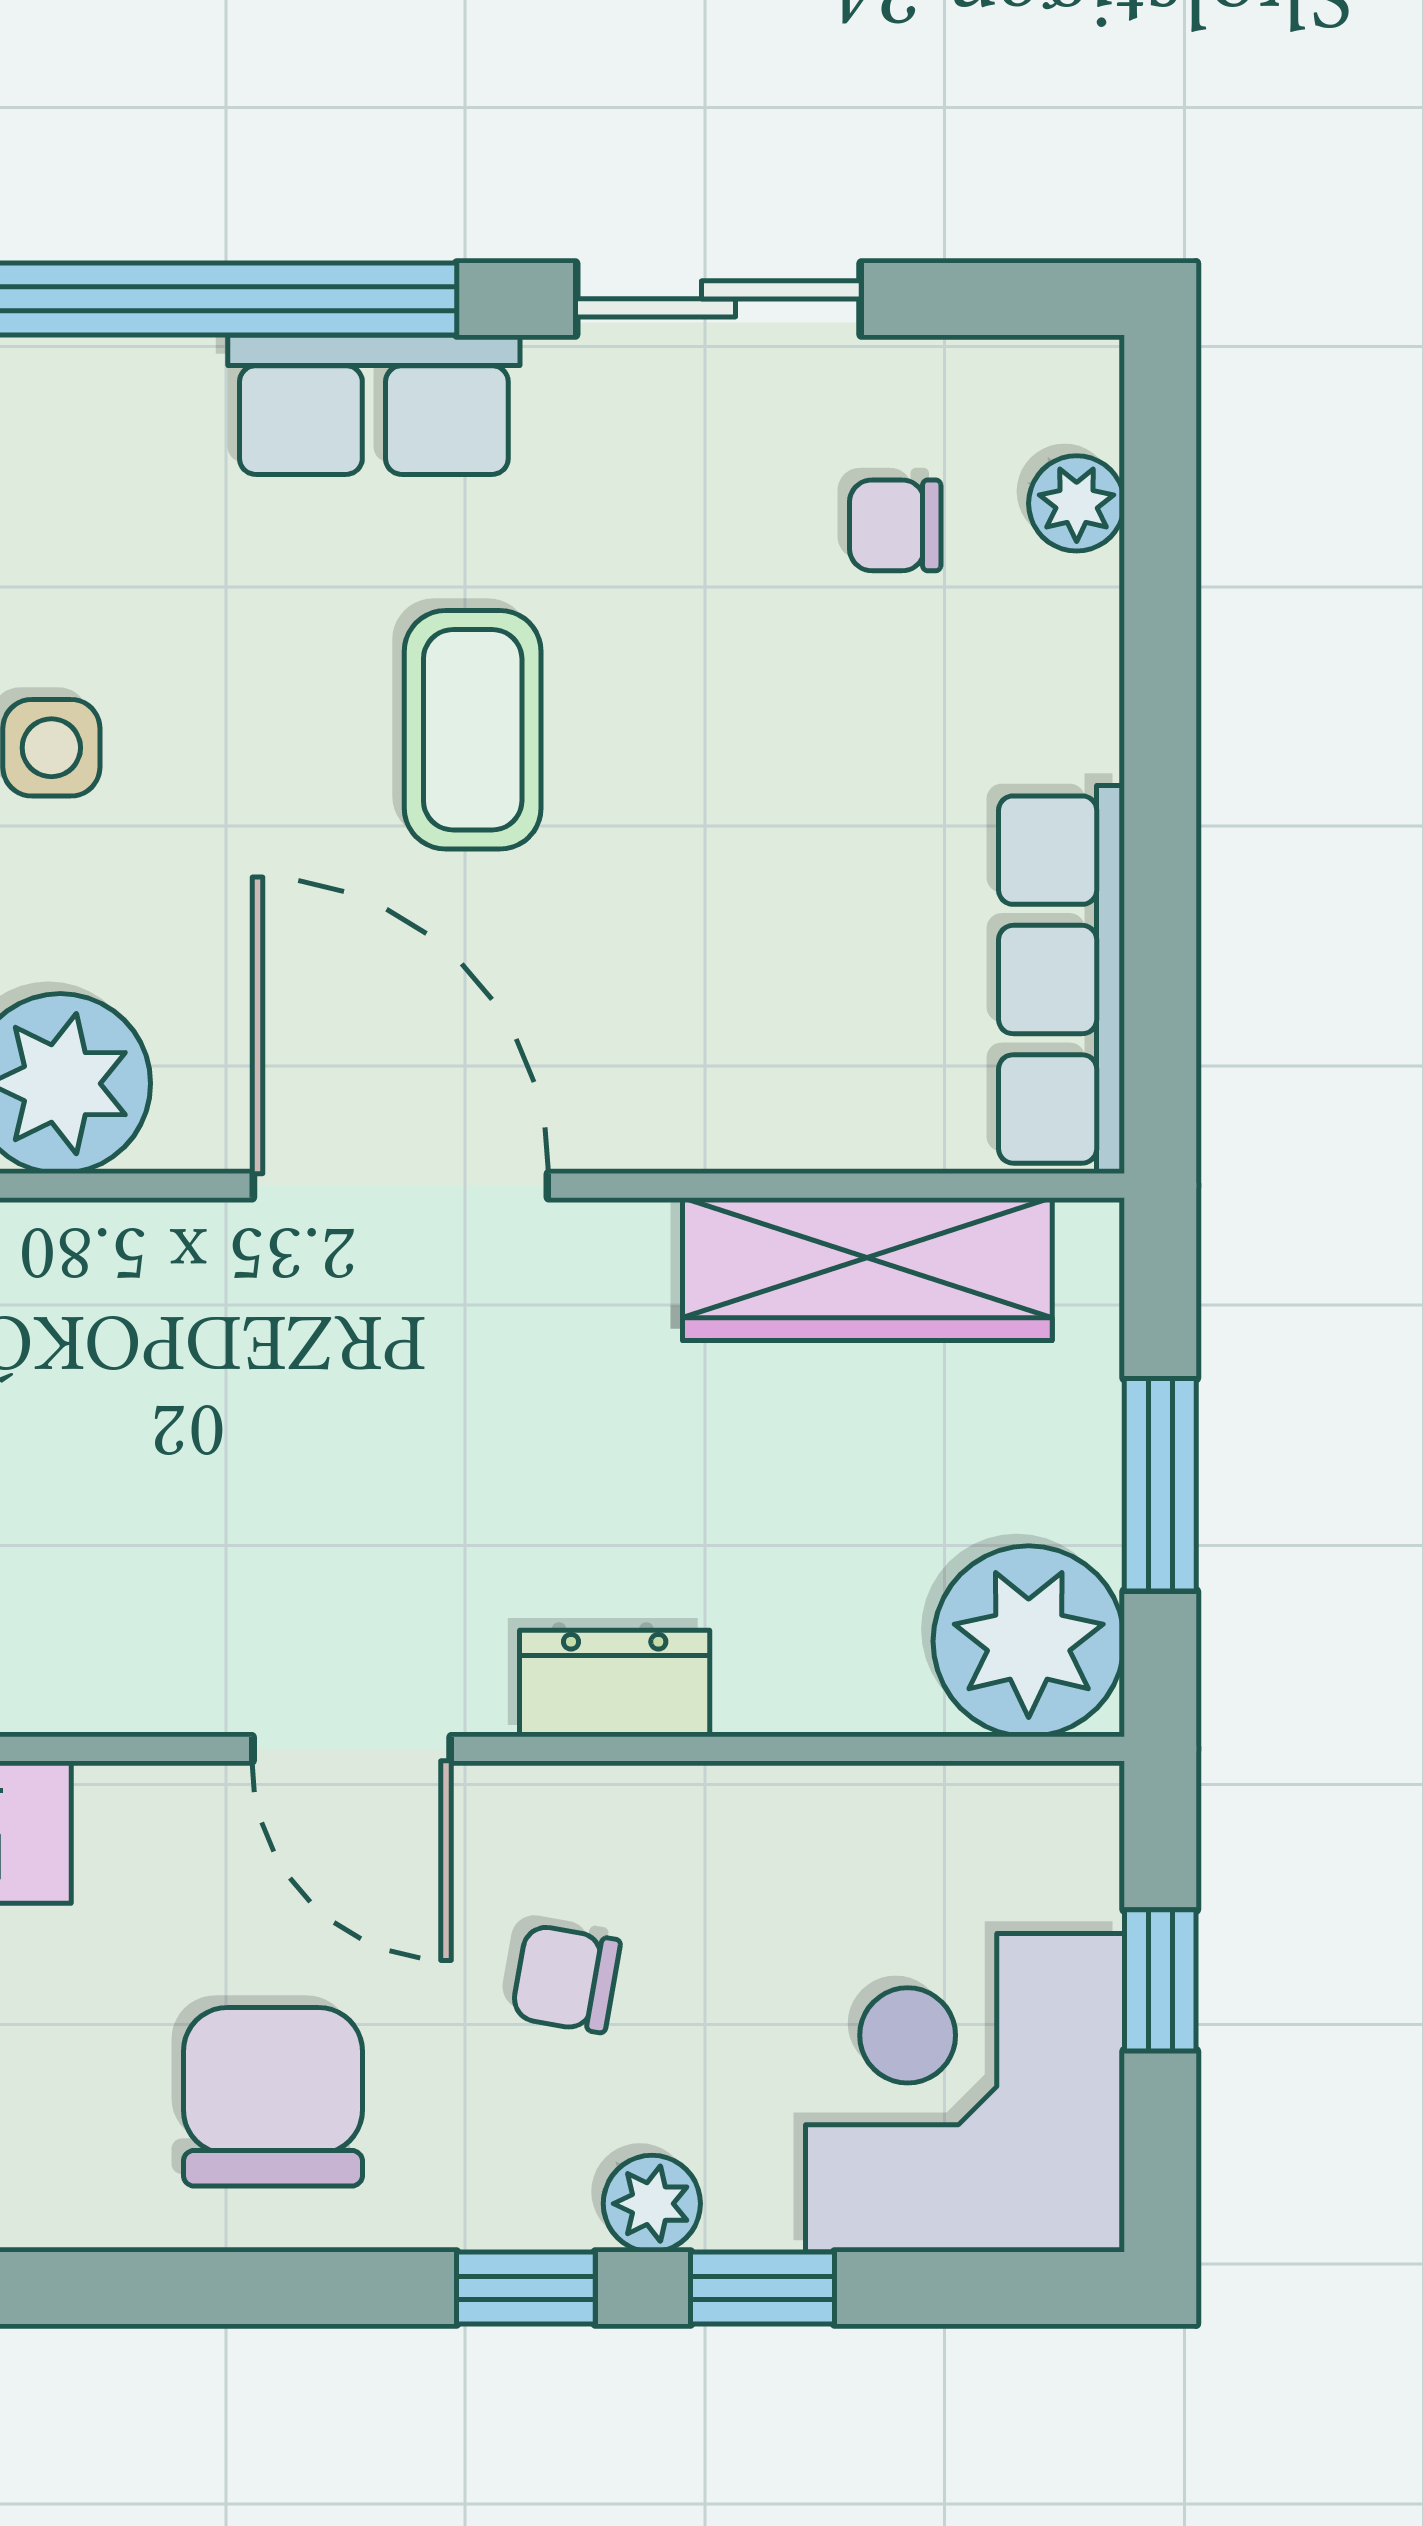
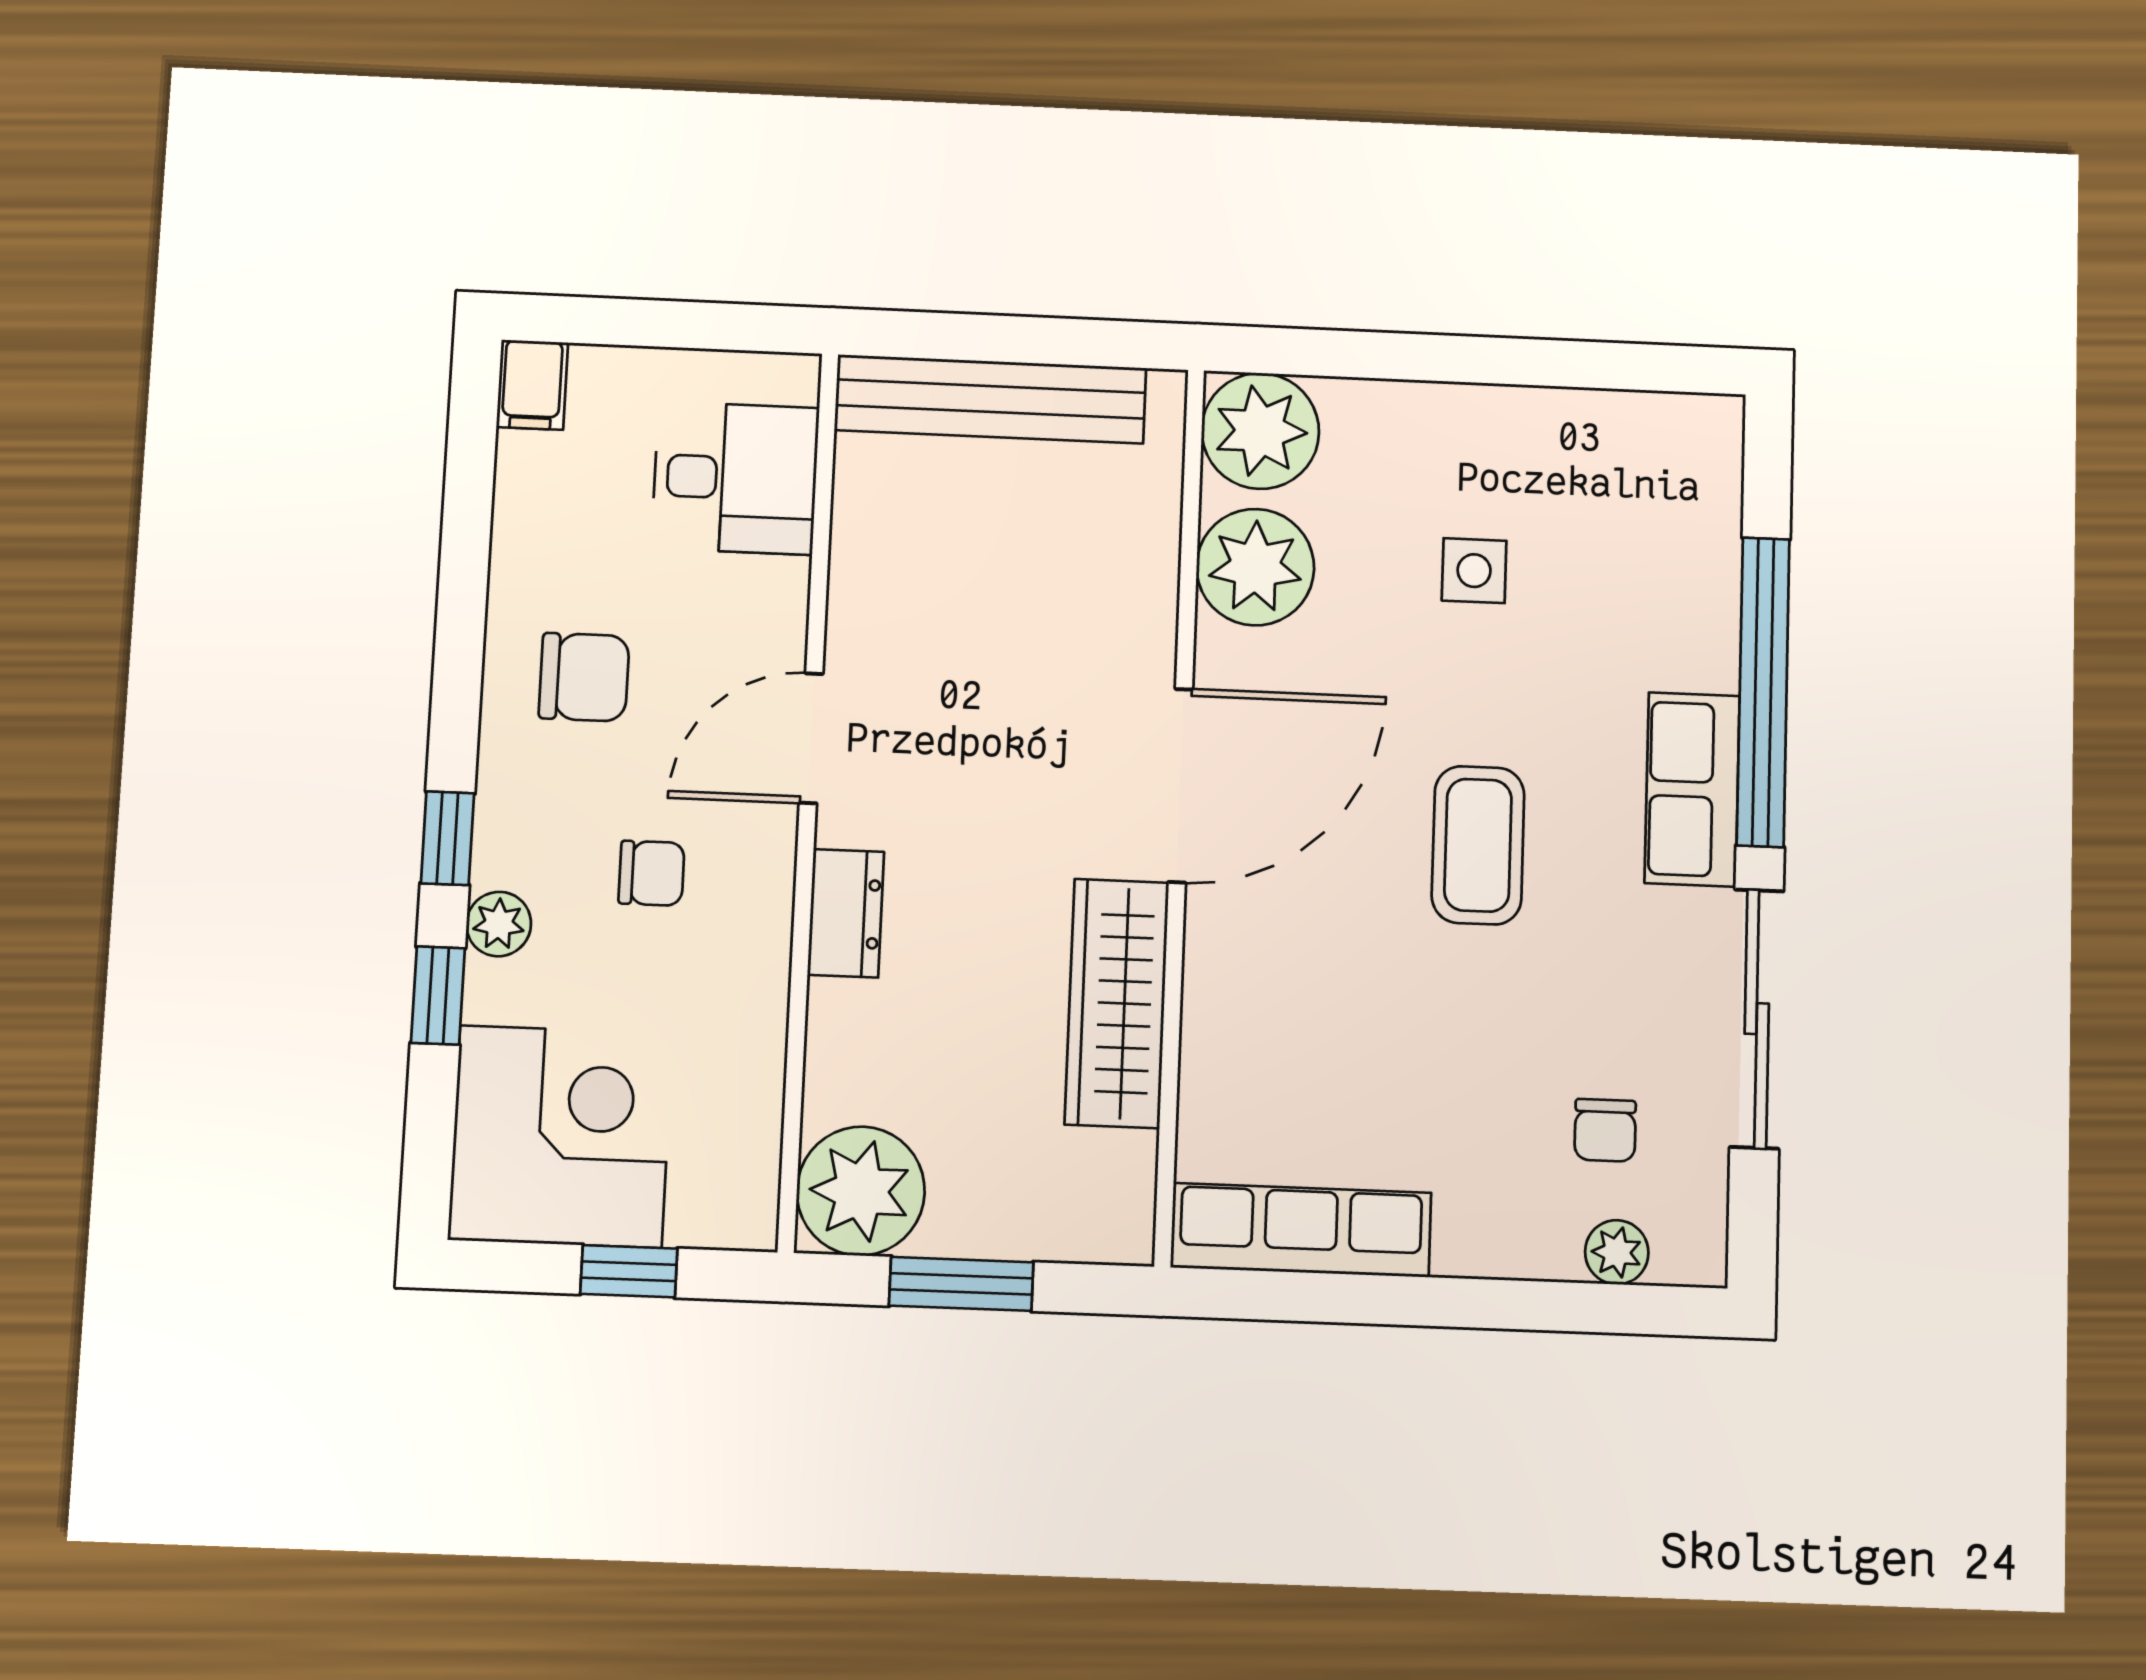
sliding door: (718, 299) -> (1757, 1019), width x1.37
chair: (895, 525) -> (1605, 1130), turned 180
coffee table: (473, 730) -> (1478, 845), turned 90
wardrobe: (867, 1269) -> (1117, 1003), moved
chair: (566, 1979) -> (652, 873), turned 80
chair: (273, 2097) -> (584, 677), width x0.73, depth x0.73

